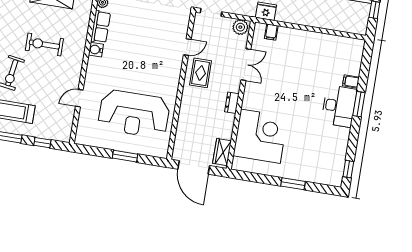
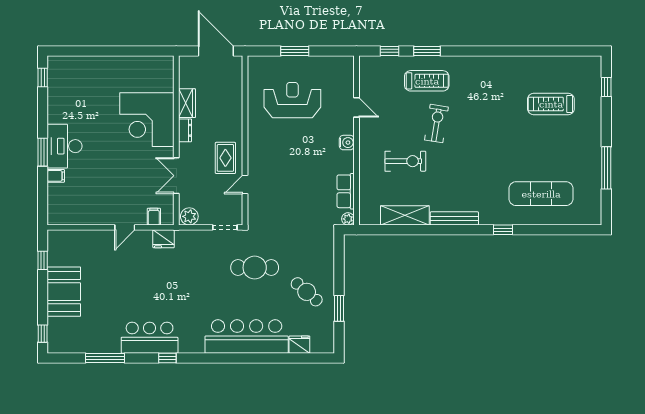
door: (298, 27) -> (125, 227), added
water cooler: (96, 50) -> (347, 143), moved
door: (79, 98) -> (357, 107), hinge flipped
reception desk: (134, 114) -> (292, 100), width x0.74, depth x0.77
corner desk: (260, 136) -> (147, 120), moved
wardrobe: (222, 152) -> (187, 103), moved
window: (293, 184) -> (102, 51), removed

